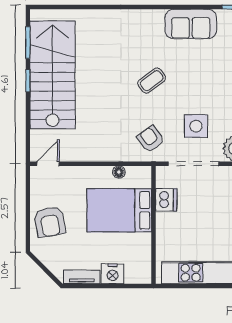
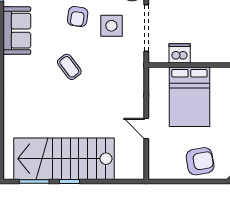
armchair: (151, 139) -> (78, 17), moved, turned -46
door: (48, 164) -> (146, 128), moved
floor lamp: (119, 172) -> (154, 97), removed

